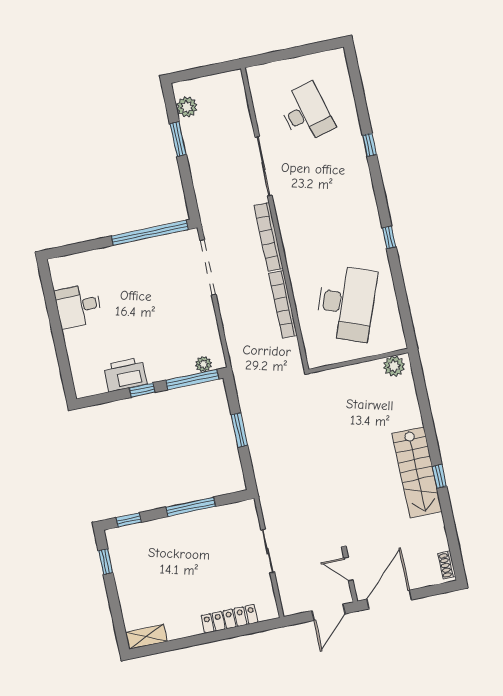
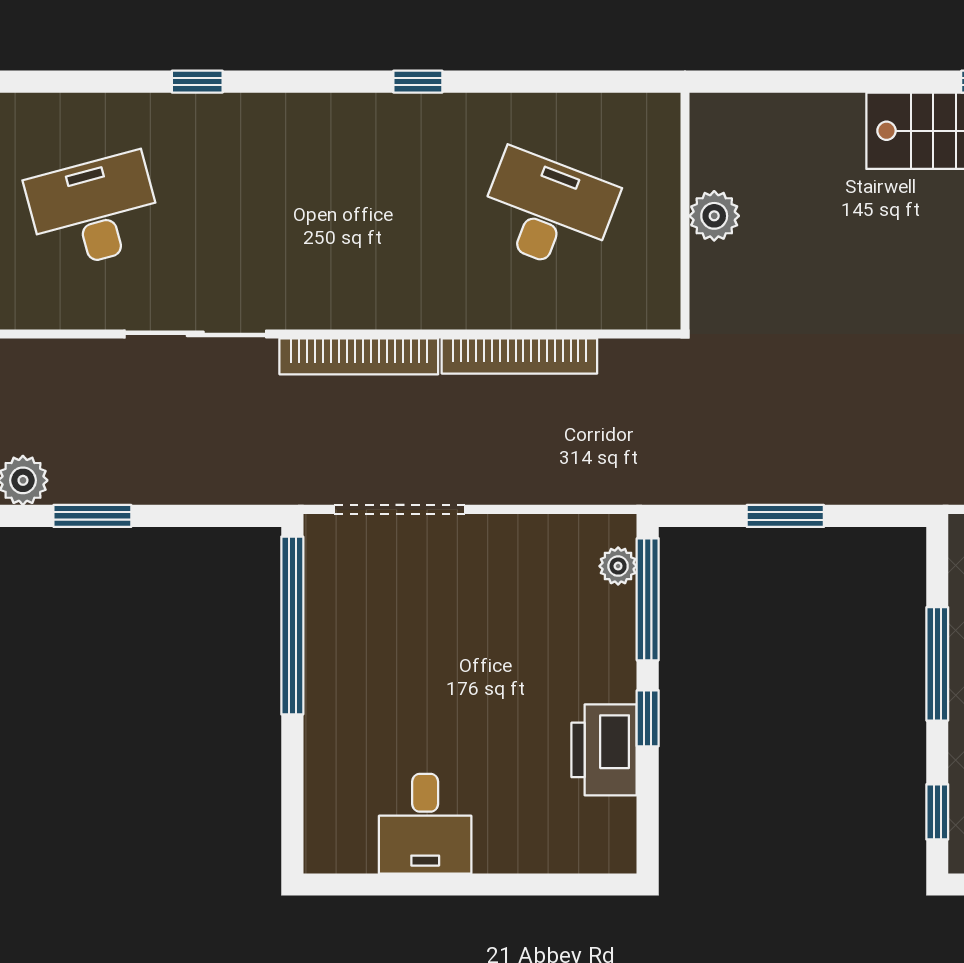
desk: (346, 303) -> (548, 211), width x0.73, depth x0.77
plant: (394, 366) -> (714, 216), moved

